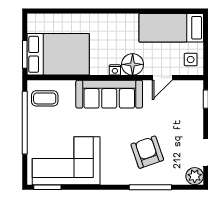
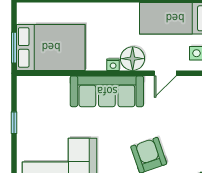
coffee table: (45, 98) -> (36, 96), removed
window: (25, 123) -> (14, 123), width x0.32

